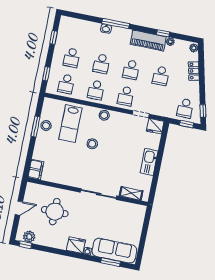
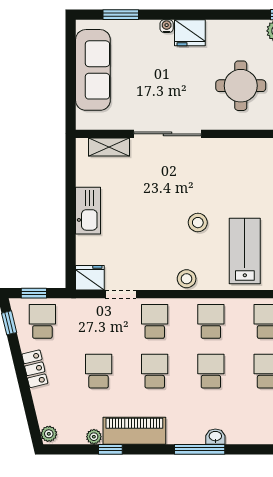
locker: (194, 71) -> (35, 369), moved
sofa: (114, 251) -> (93, 70), moved, turned -90

